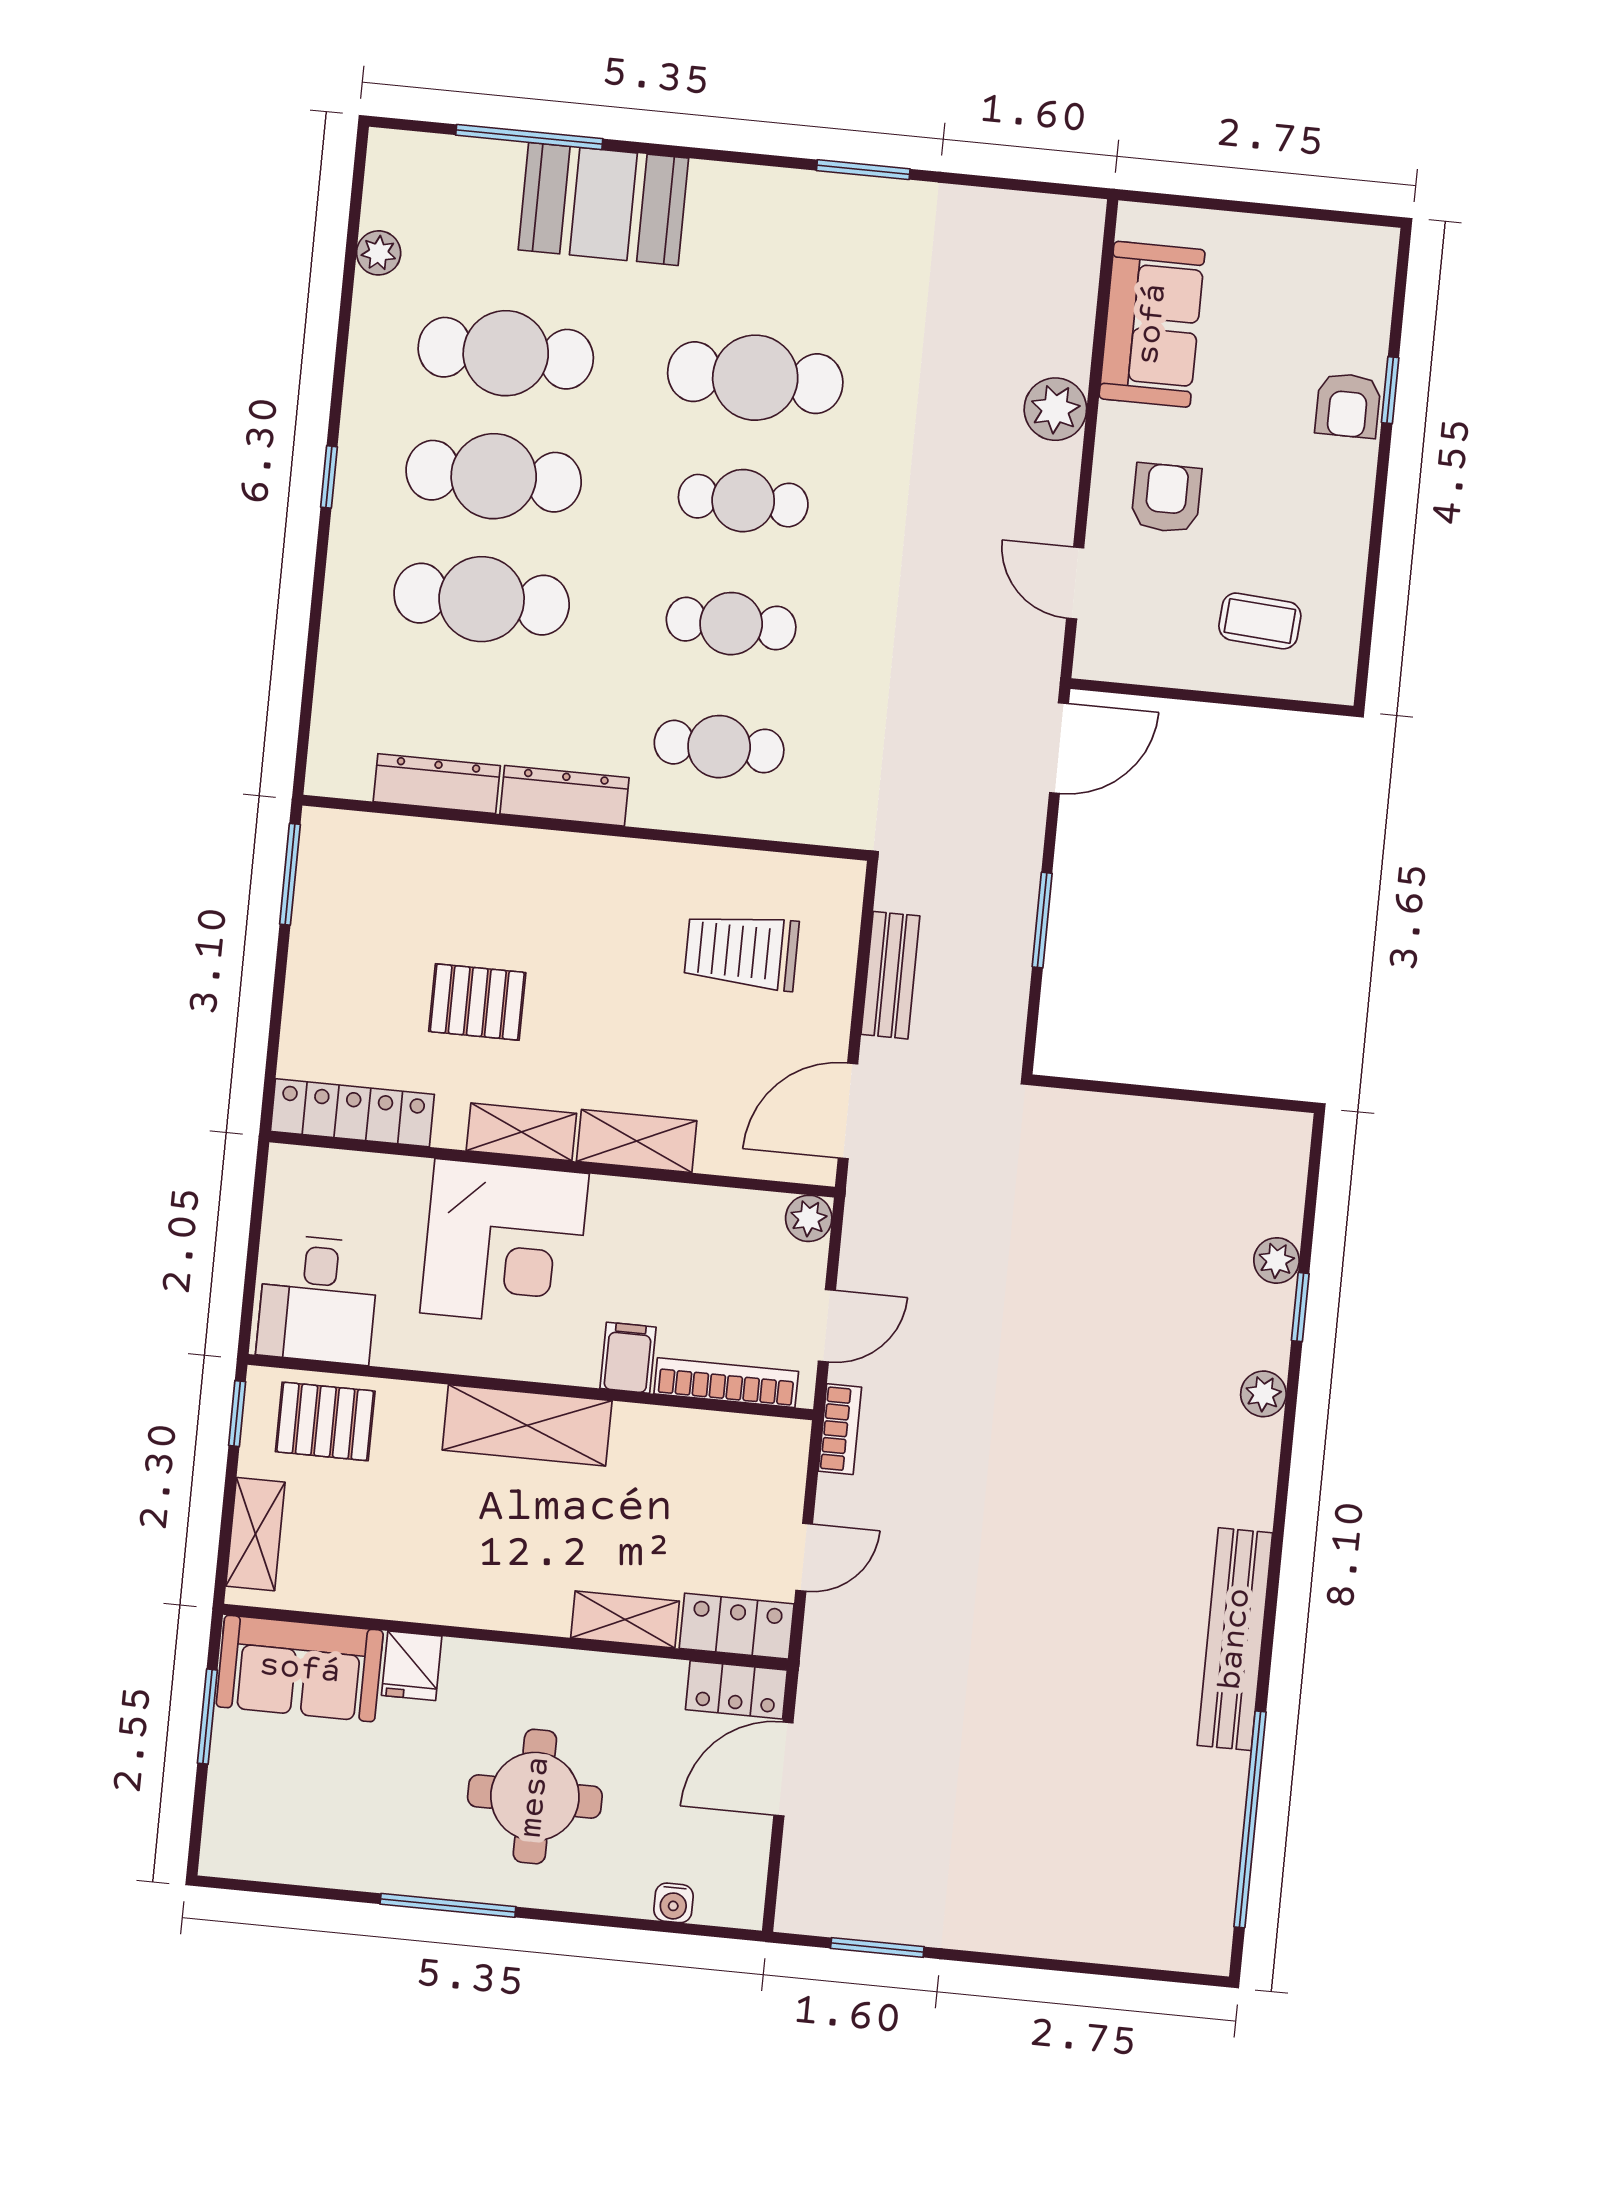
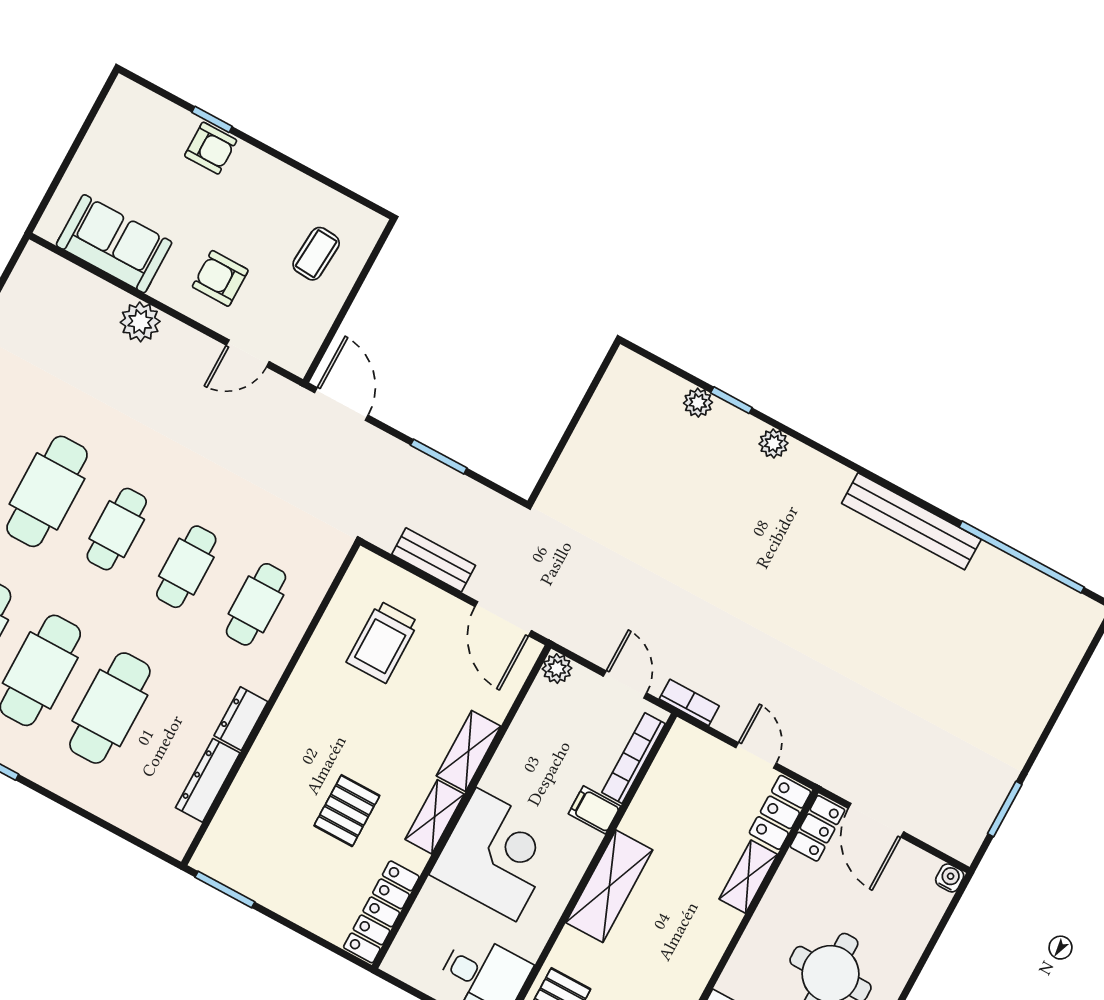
dresser: (564, 796) -> (241, 719), width x0.70
water cooler: (674, 1903) -> (950, 878), moved, turned -90

